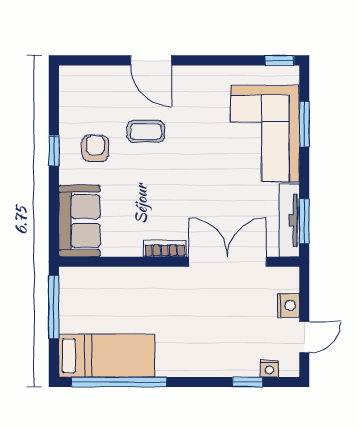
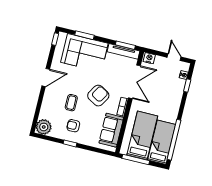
door: (151, 60) -> (46, 78), moved
plant: (76, 83) -> (44, 127), added
armchair: (177, 188) -> (98, 96), added
sofa: (79, 221) -> (111, 130), moved, turned -90
double door: (228, 262) -> (135, 82), swing flipped
nightstand: (288, 305) -> (149, 58), moved
bed: (111, 308) -> (142, 135), added

